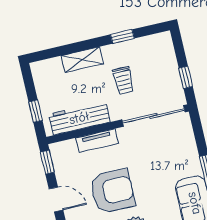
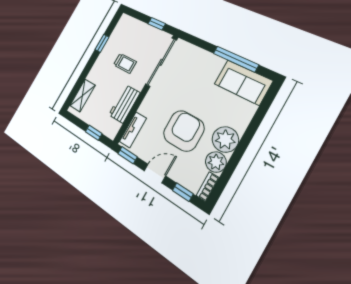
shelving: (82, 60) -> (83, 95), moved
workbench: (79, 118) -> (124, 104), width x0.73
tv unit: (97, 141) -> (133, 130), moved

